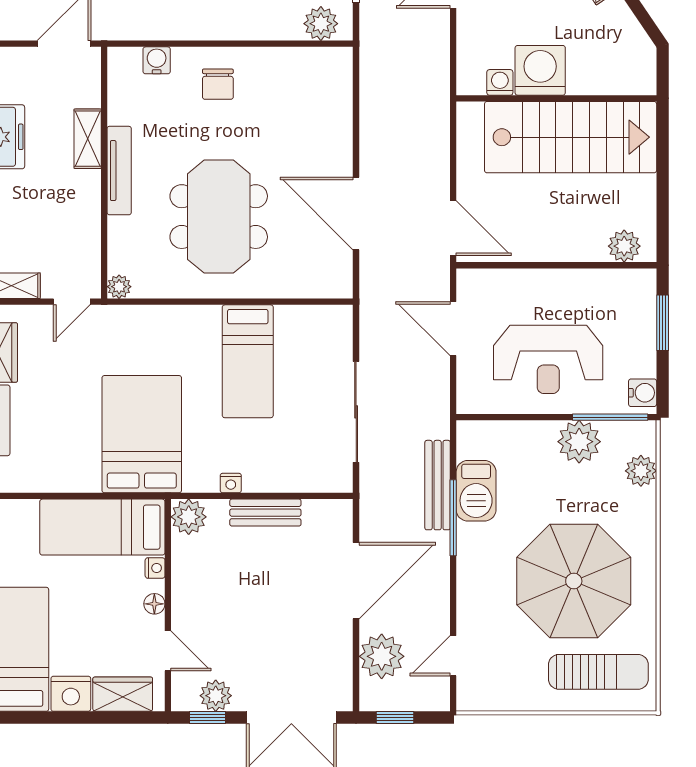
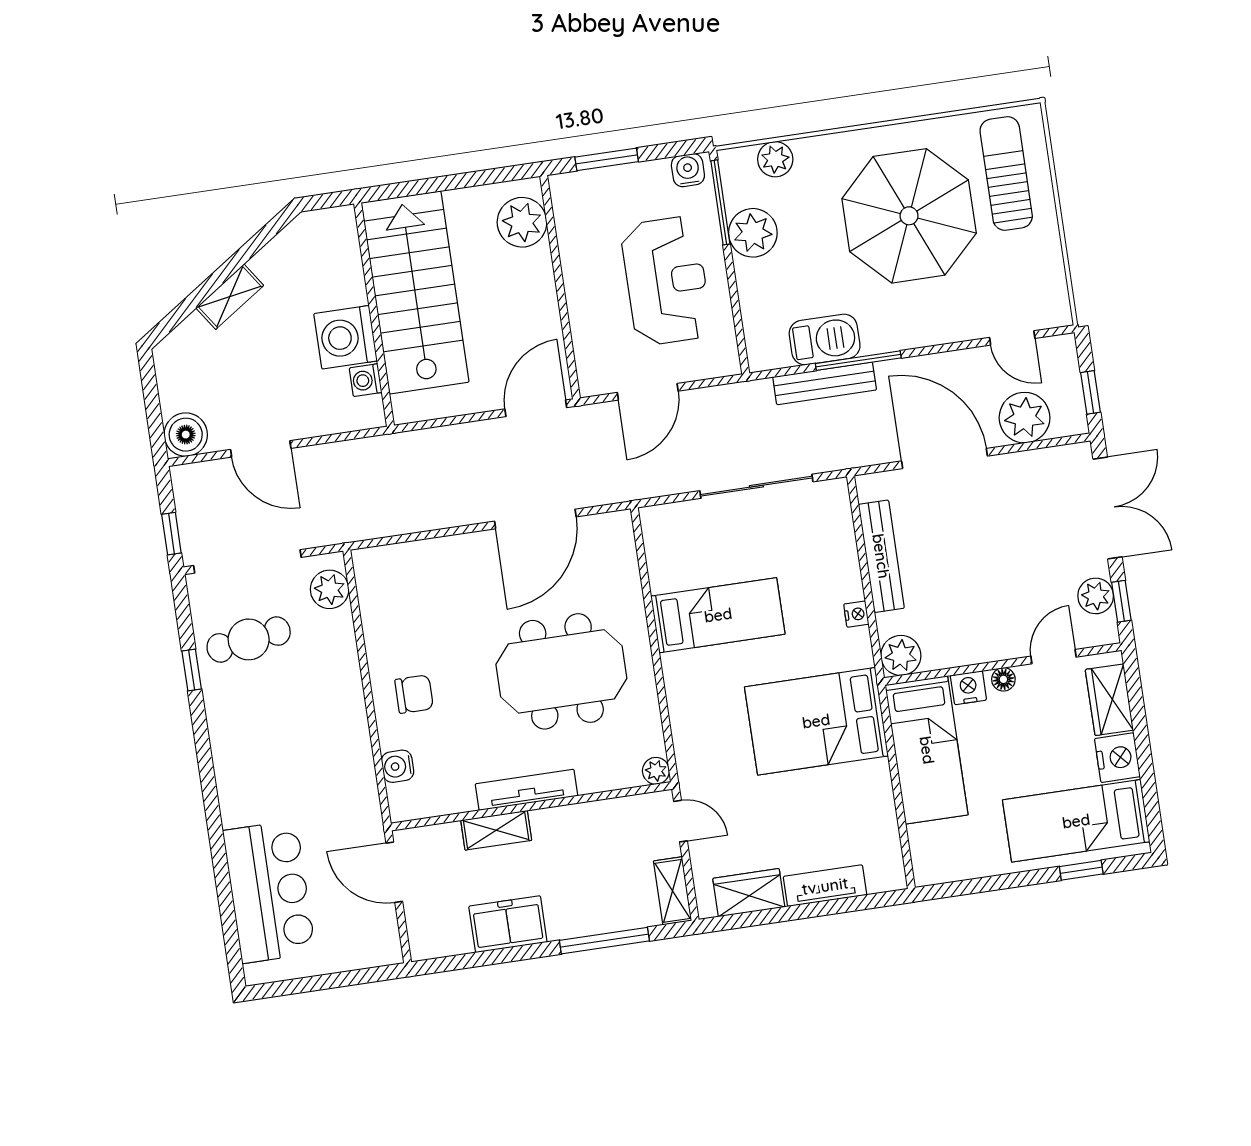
plant: (624, 246) -> (522, 222), width x1.36, depth x1.36
bench: (265, 513) -> (881, 556), width x1.36
nightstand: (155, 568) -> (968, 688), width x1.39, depth x1.35

